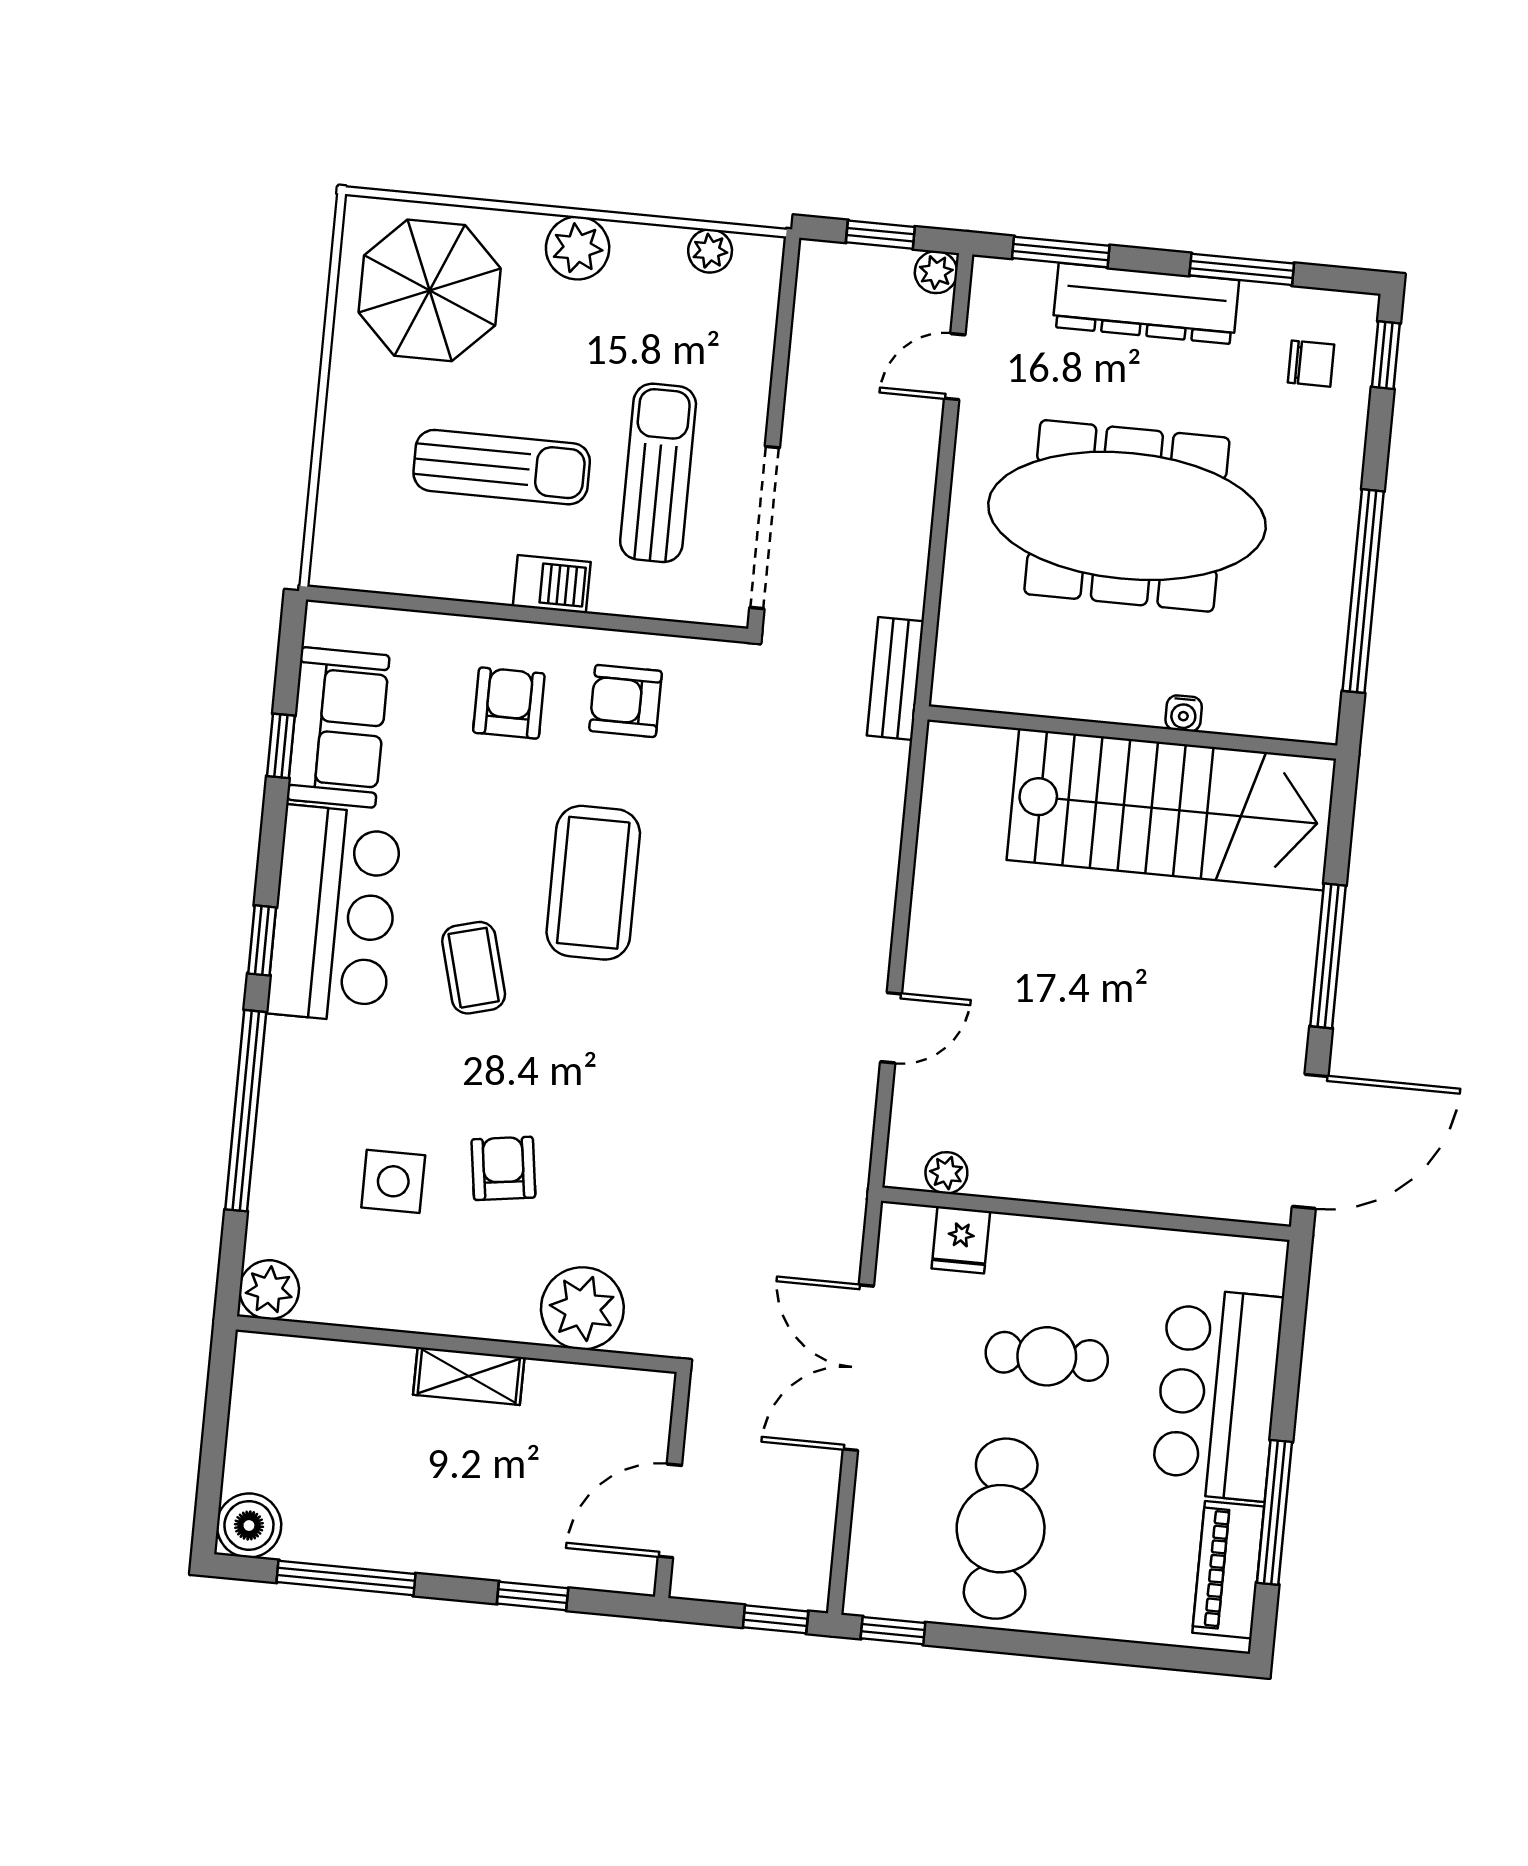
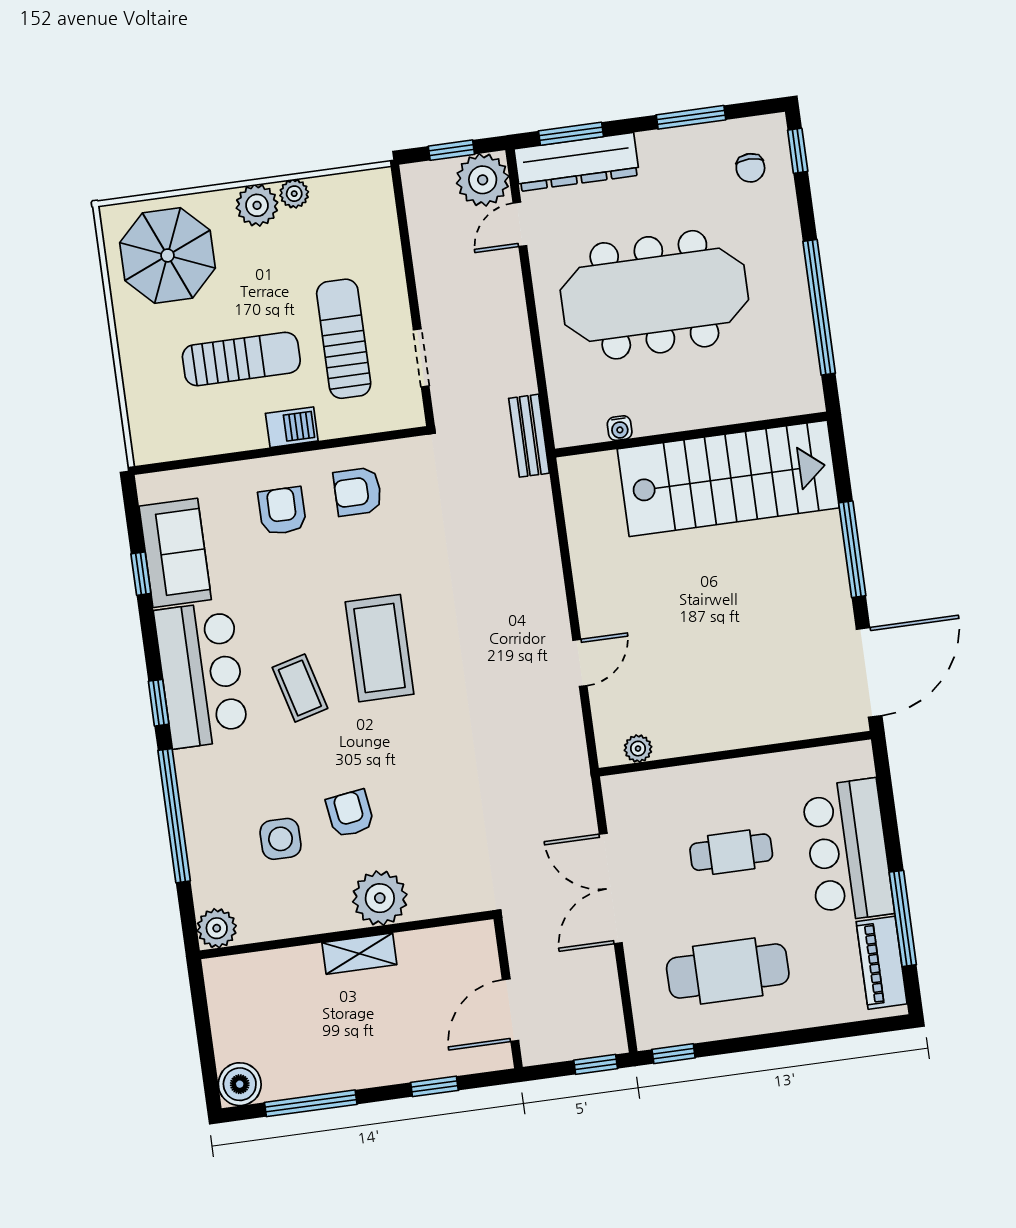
plant: (710, 251) -> (294, 194), moved
plant: (936, 272) -> (483, 180), width x1.88, depth x1.88
dresser: (1146, 304) -> (577, 162), moved
chair: (1311, 364) -> (750, 168), turned 90
doorway: (765, 528) -> (421, 358), width x0.53
water cooler: (1184, 713) -> (620, 428), moved
coffee table: (593, 883) -> (380, 648), moved
fridge: (961, 1240) -> (658, 790), removed
plant: (582, 1308) -> (380, 898), moved
cafe table: (1001, 1529) -> (728, 971), turned 90

